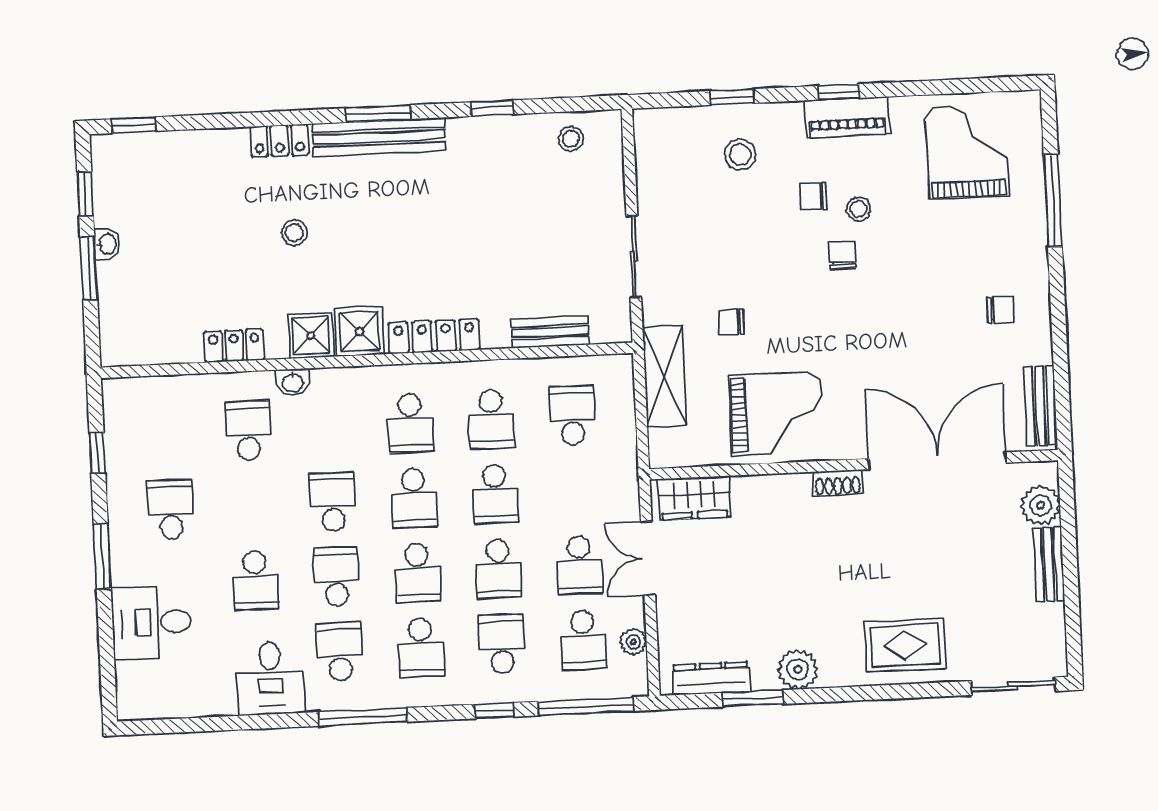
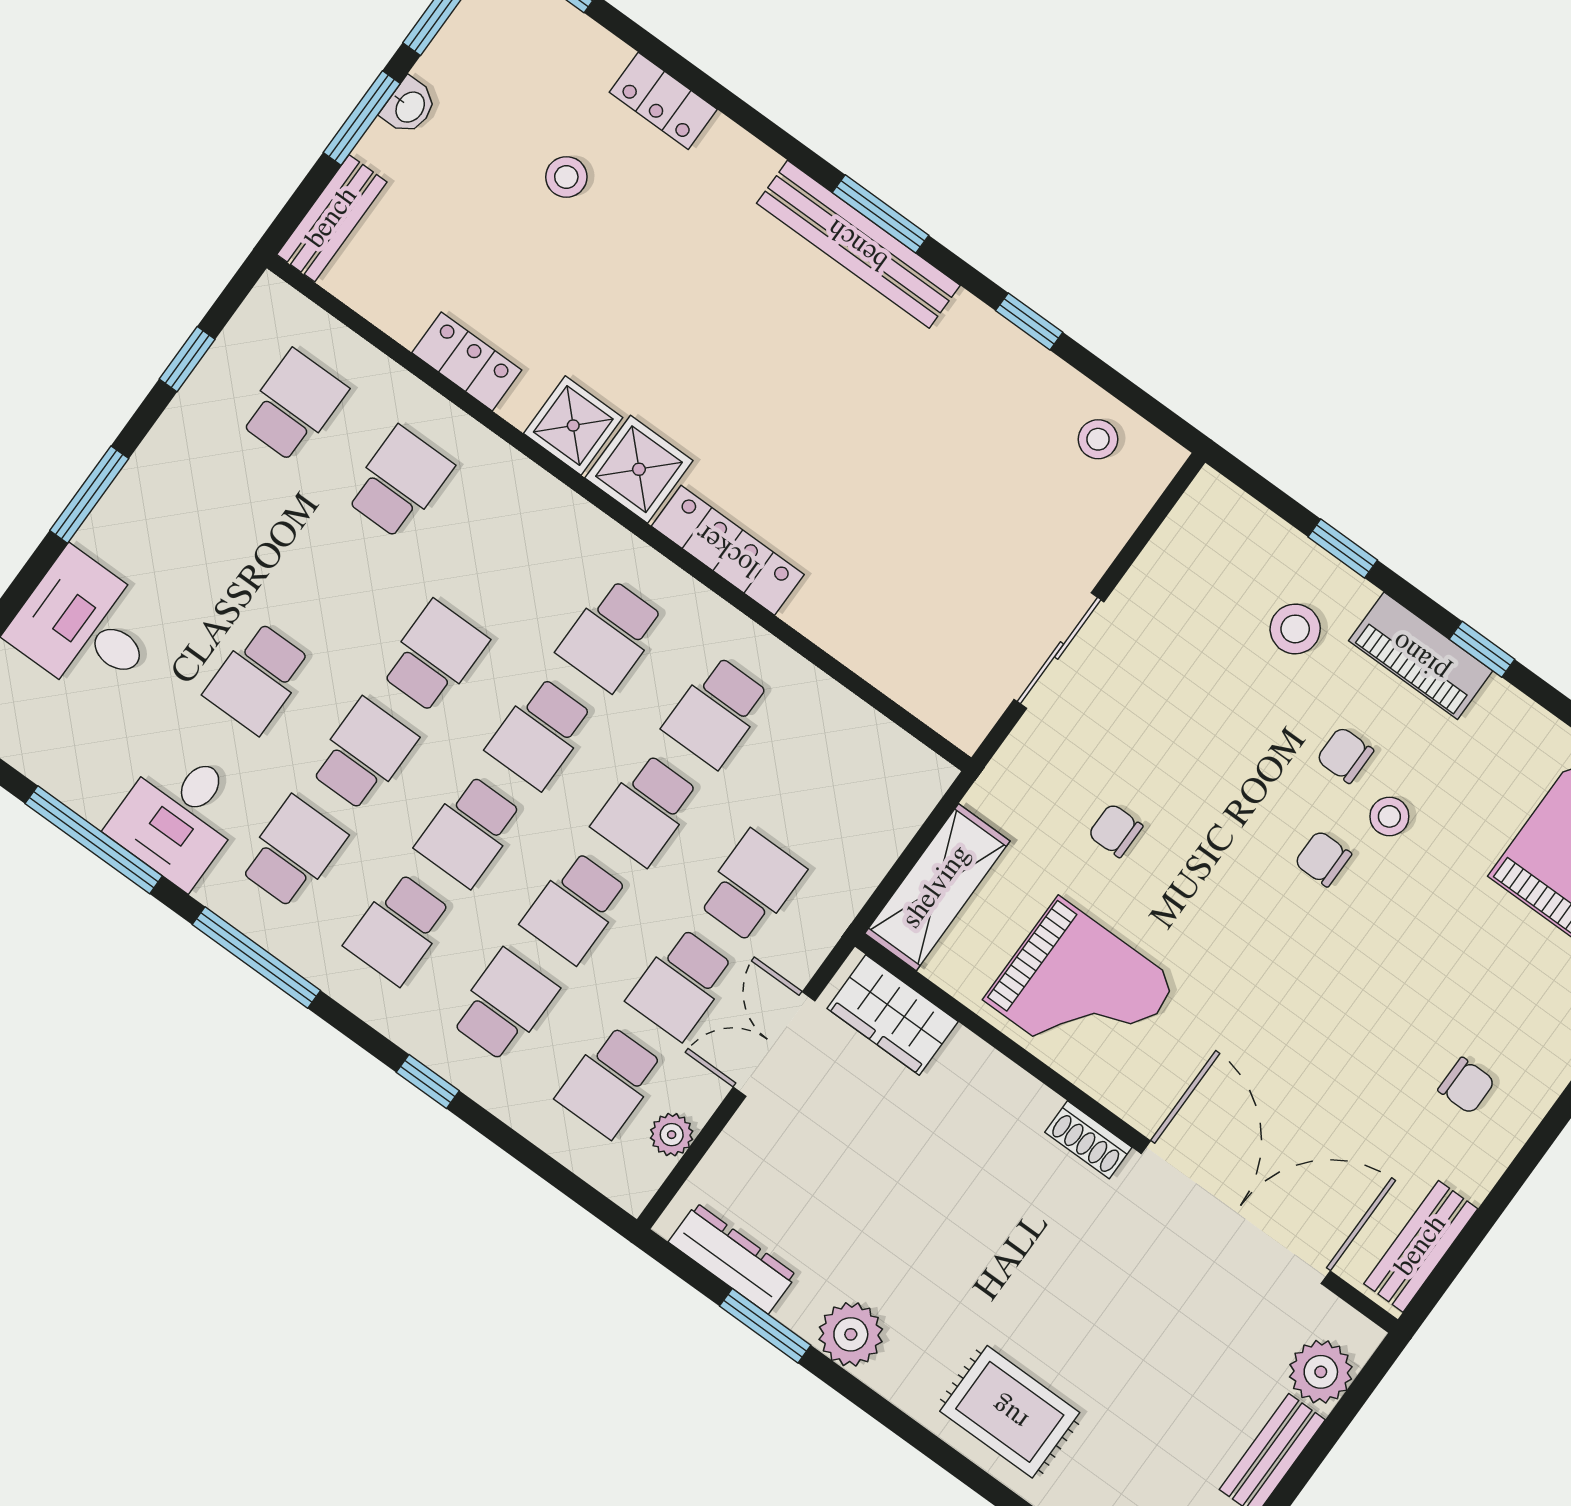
piano: (847, 117) -> (1421, 656), moved
locker: (279, 141) -> (663, 101), moved
stool: (294, 233) -> (566, 177), moved
chair: (843, 255) -> (1323, 859), turned -90
bench: (550, 332) -> (332, 218), moved, turned 90
shelving: (665, 376) -> (937, 887), moved
washbasin: (293, 382) -> (504, 466), removed
school desk: (572, 415) -> (752, 886), moved
school desk: (171, 509) -> (294, 406), moved
window: (586, 706) -> (94, 840), moved

